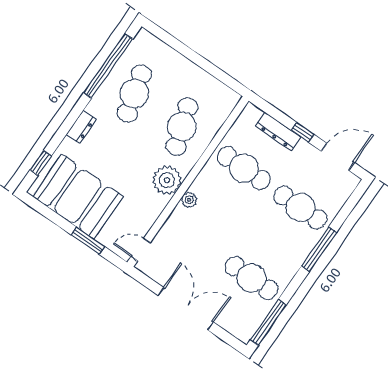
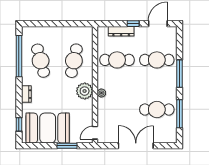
cafe table: (182, 127) -> (74, 61), turned 30
window: (268, 322) -> (179, 114), moved

